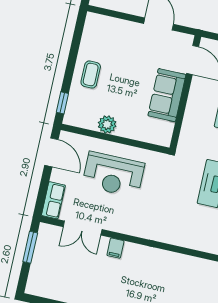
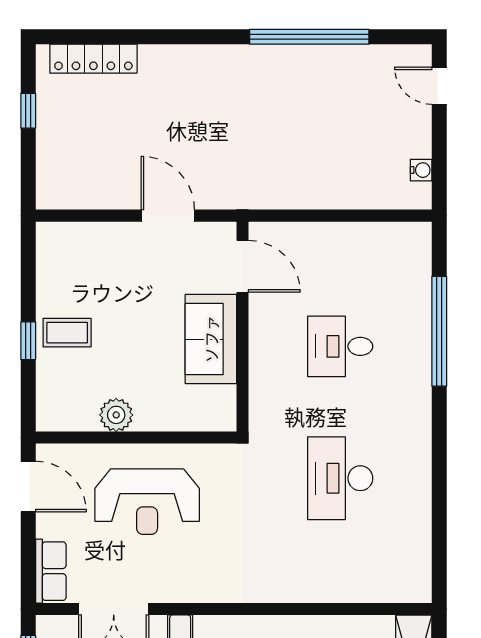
coffee table: (91, 74) -> (67, 333), turned 90
window: (62, 103) -> (28, 341), moved

